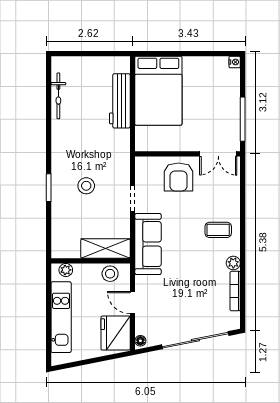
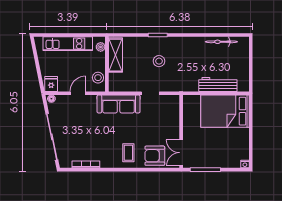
armchair: (178, 177) -> (155, 156), moved
shelving: (105, 249) -> (115, 55), moved
plant: (233, 263) -> (105, 163), removed
fridge: (116, 333) -> (51, 84), width x0.53, depth x0.75

